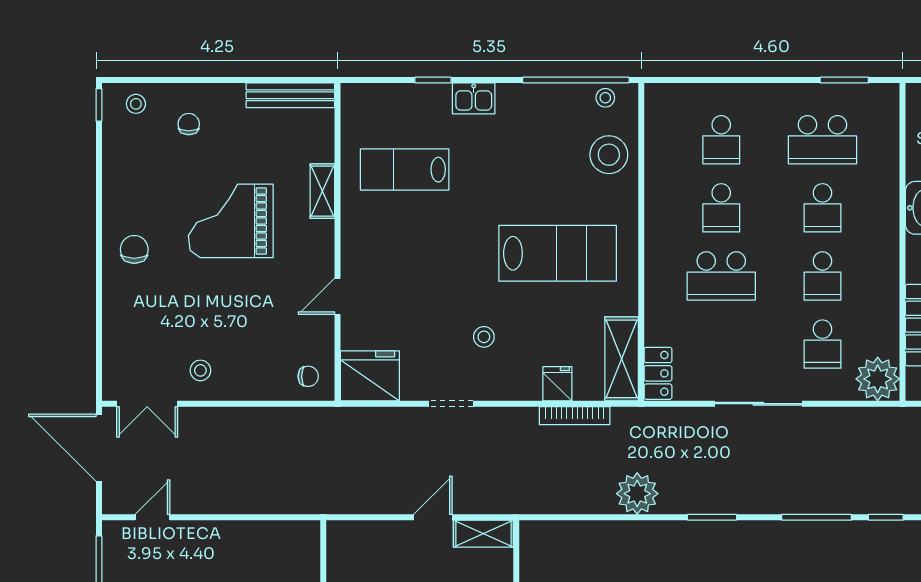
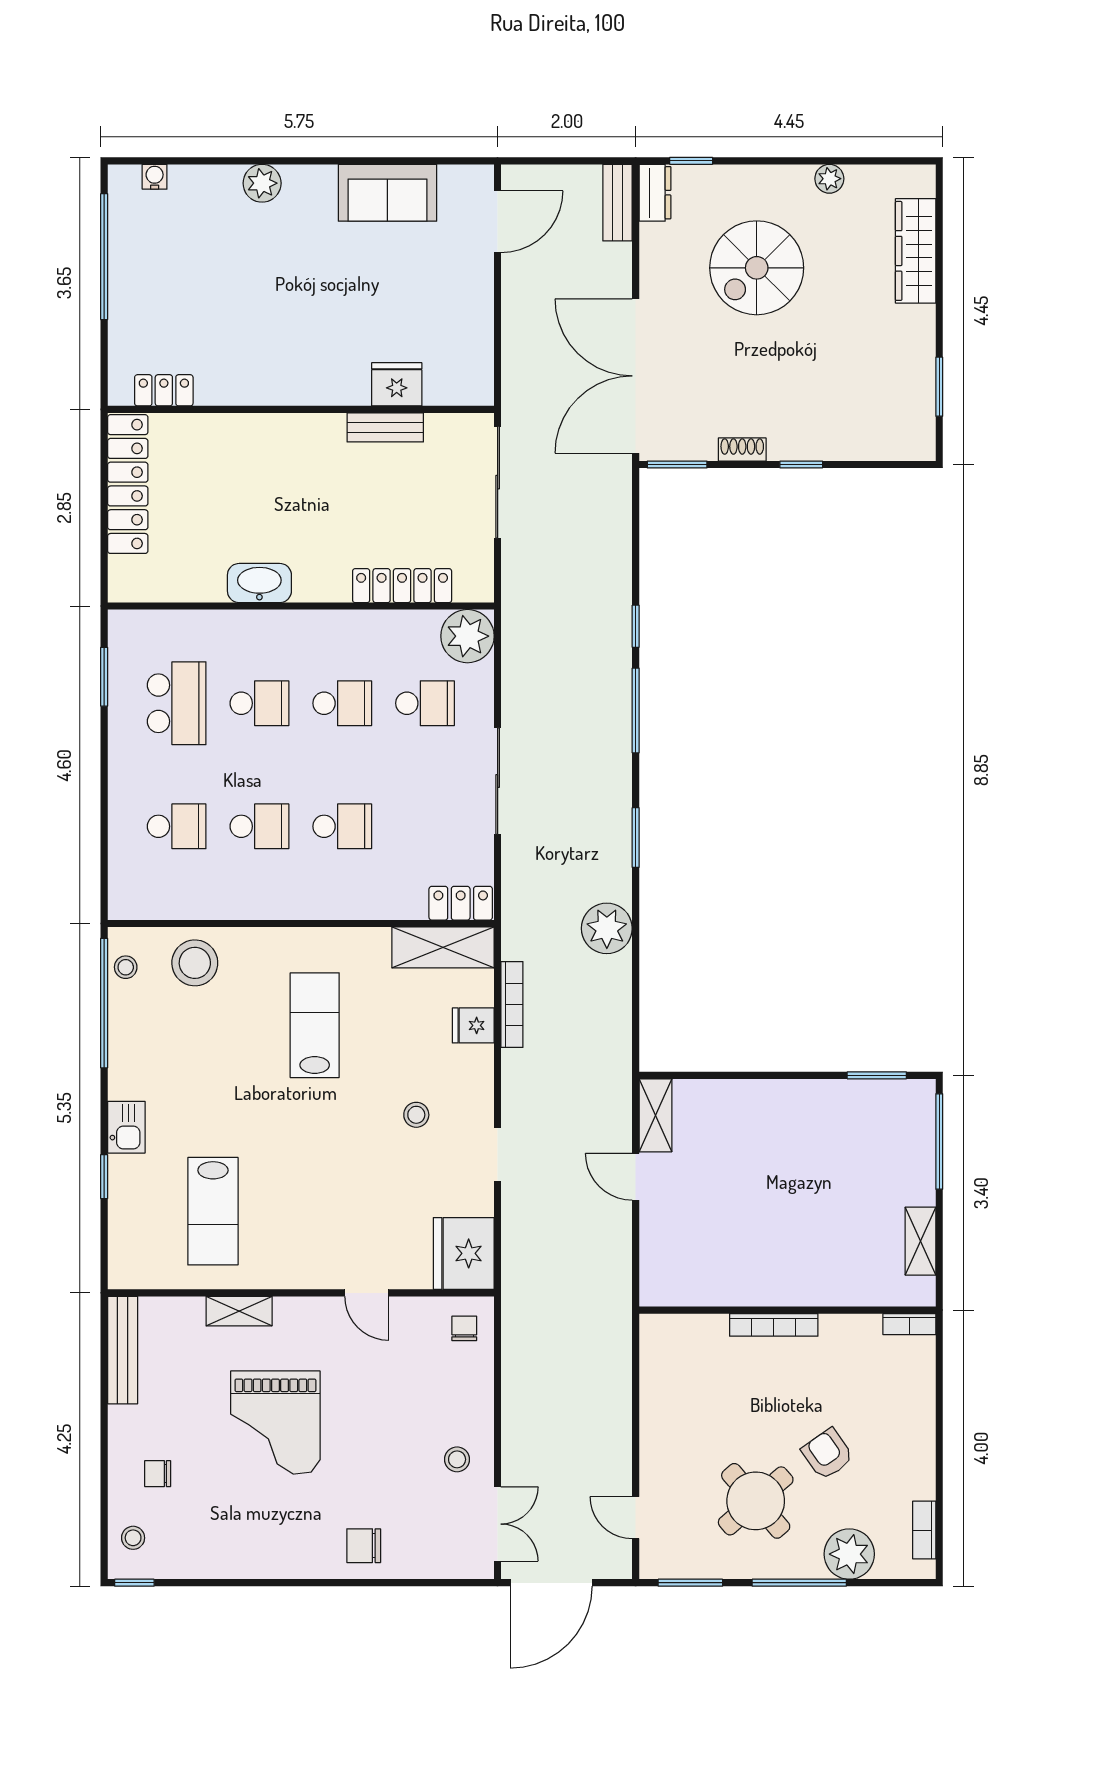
chair: (134, 249) -> (364, 1546), moved
lab bench: (558, 253) -> (315, 1025), width x0.73, depth x0.72
school desk: (721, 276) -> (342, 826), width x0.54

